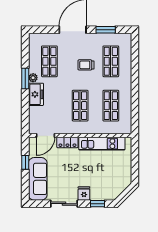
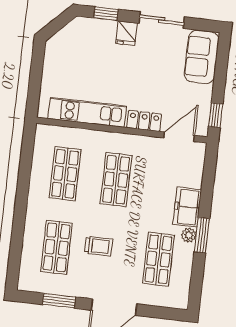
window: (25, 162) -> (216, 115), moved
sofa: (38, 179) -> (202, 57), width x0.73

